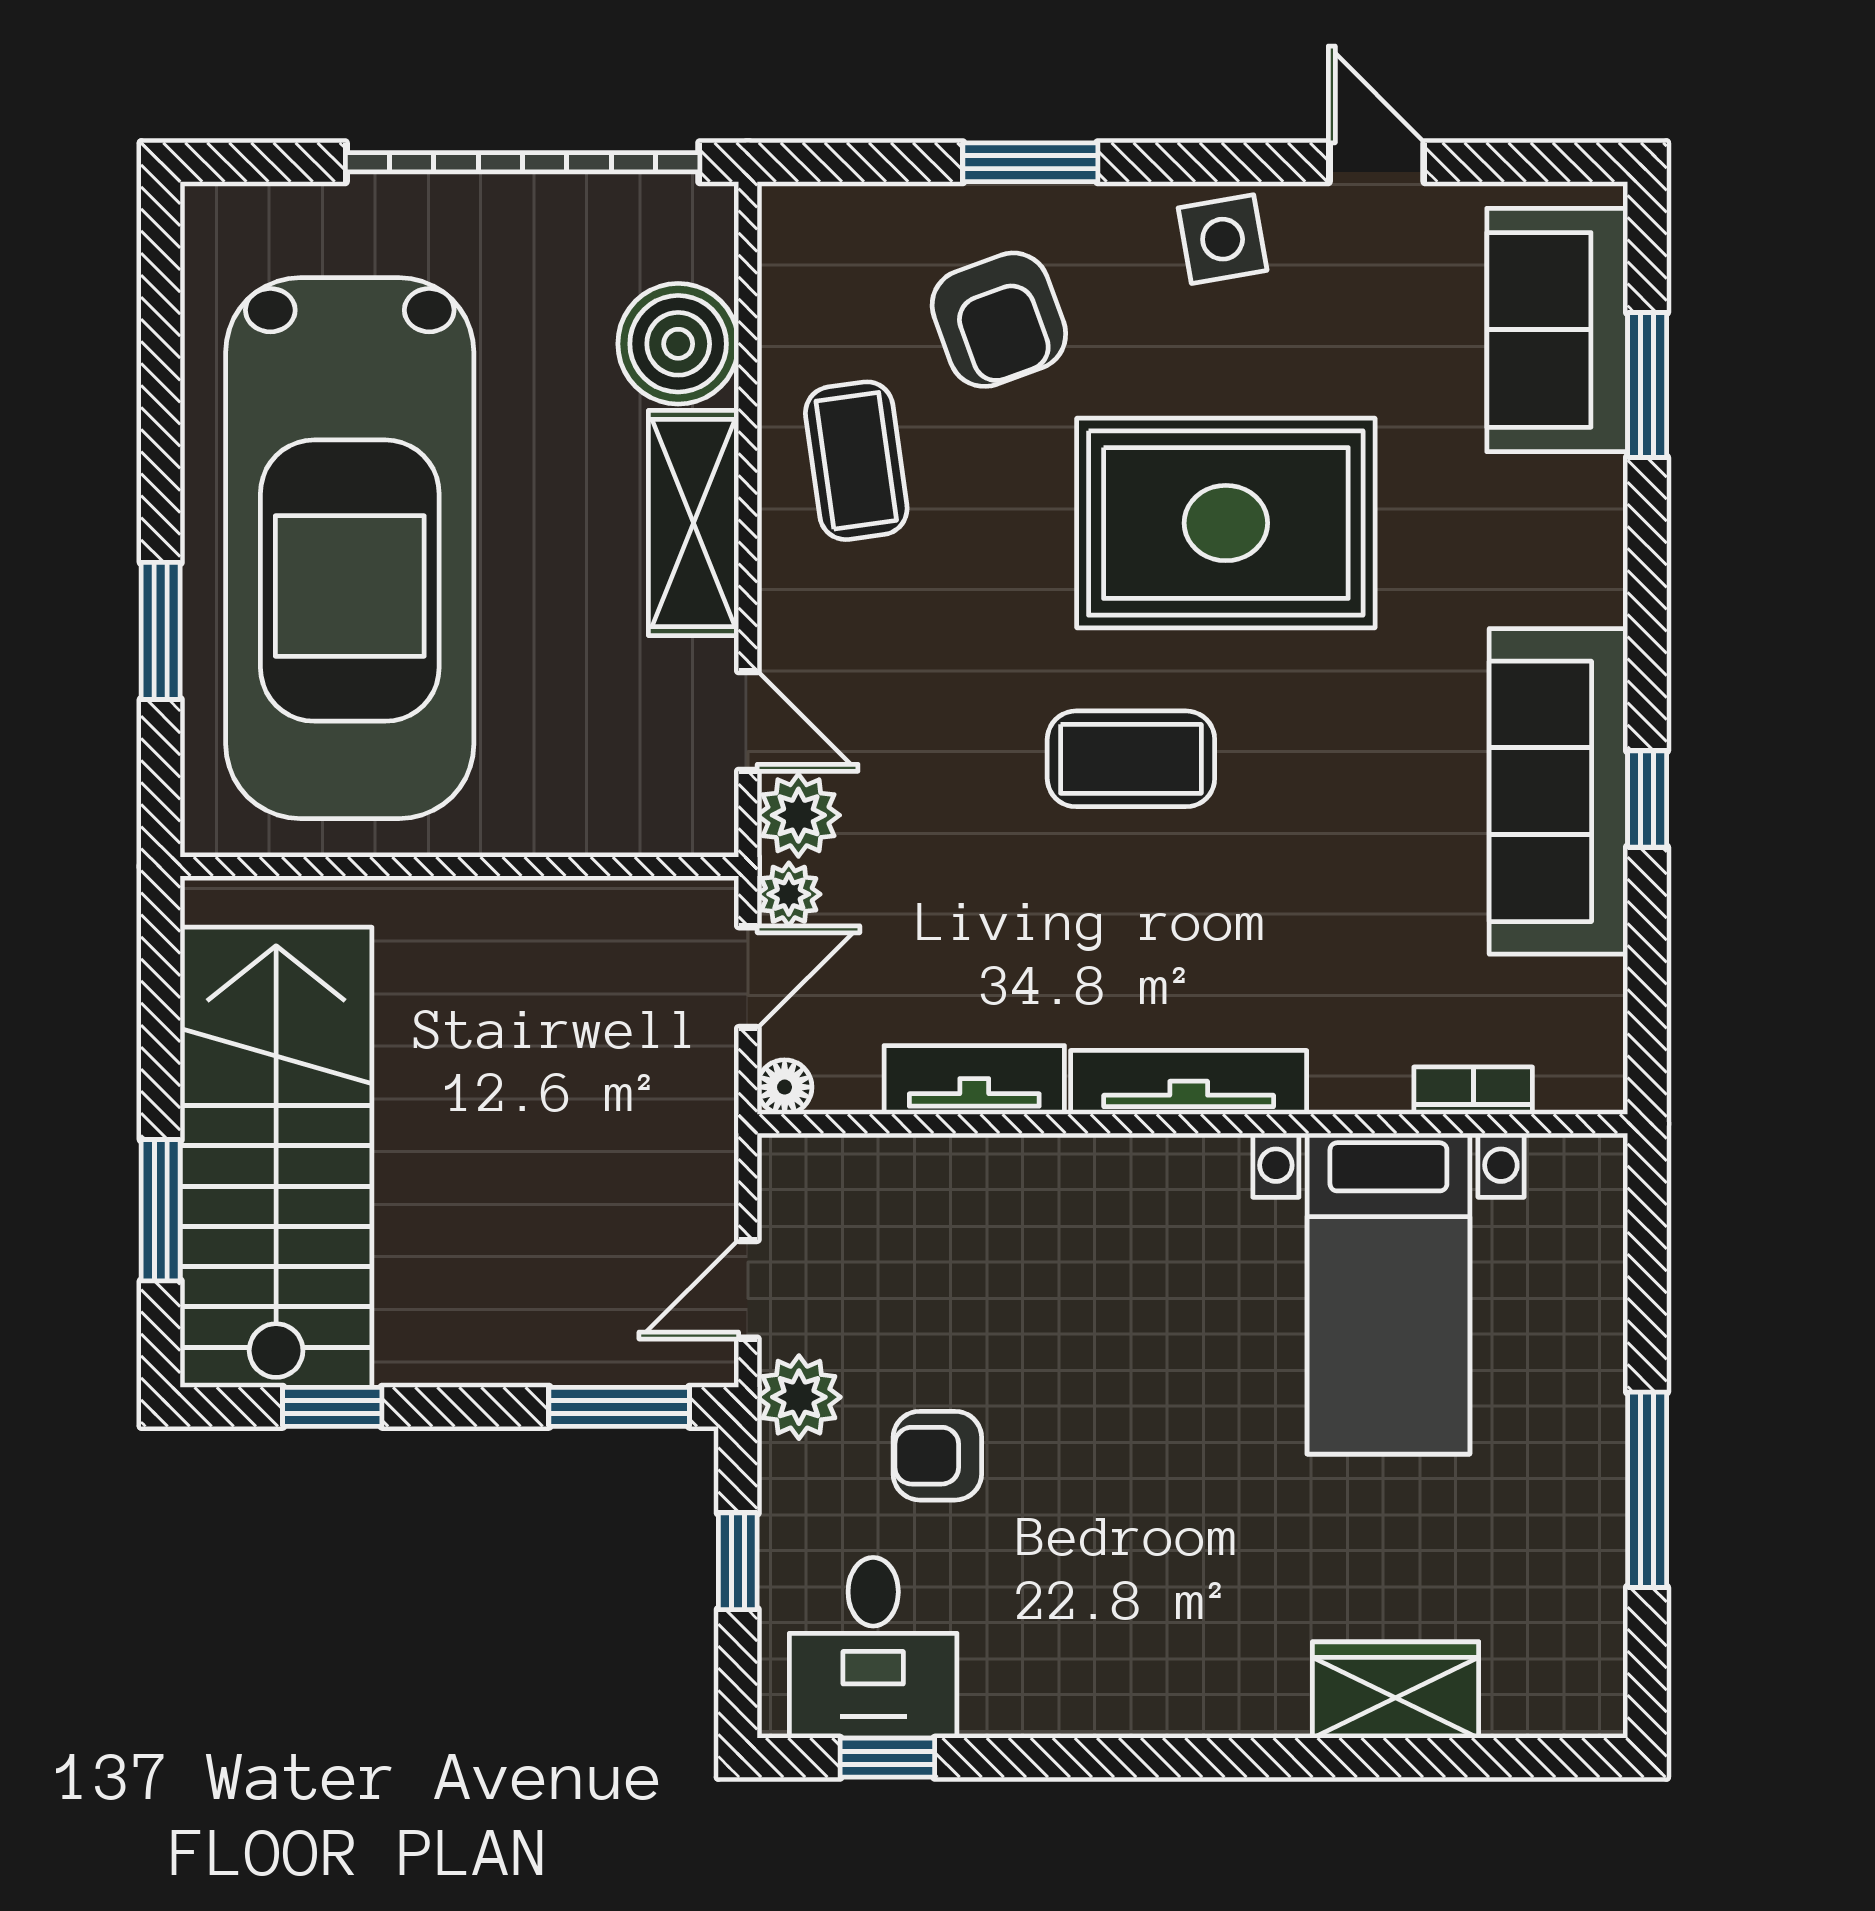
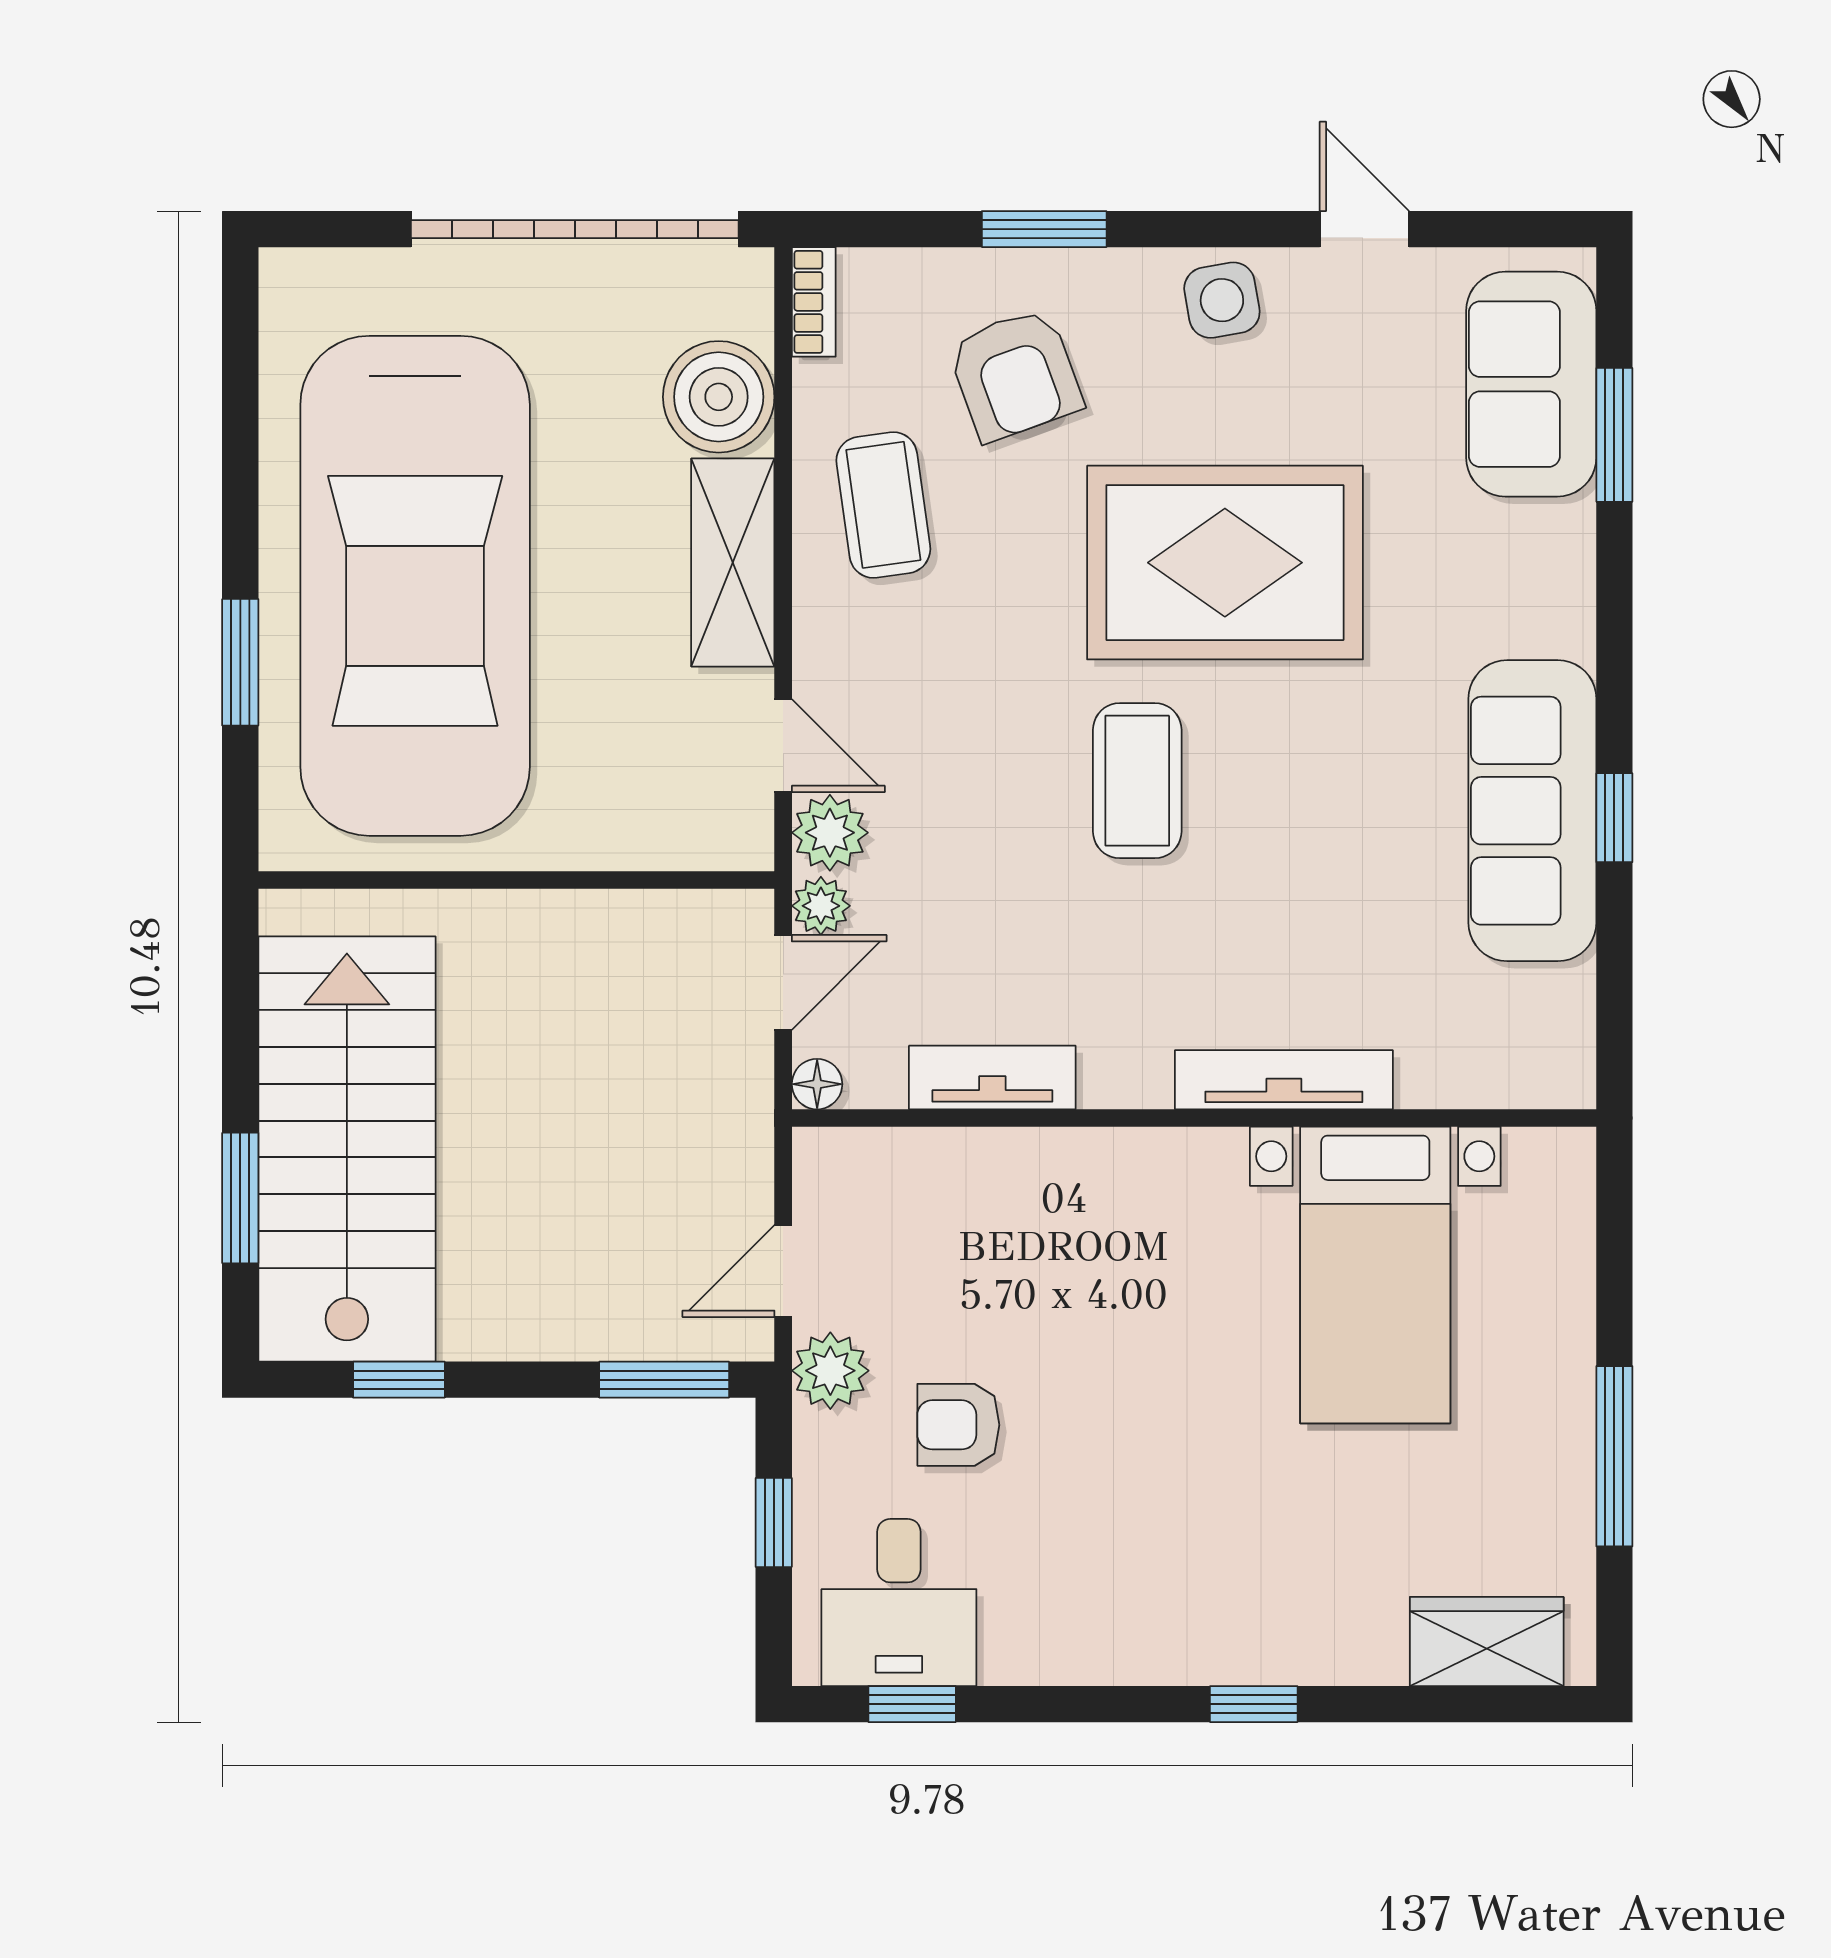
coffee table: (1131, 759) -> (1137, 781), turned 90
tv unit: (1189, 1082) -> (1284, 1080), moved
bookcase: (1473, 1091) -> (814, 302), moved, turned 90
wardrobe: (1396, 1690) -> (1487, 1642), moved
window: (1257, 1758) -> (1254, 1704), added

